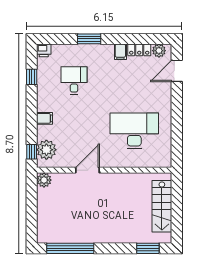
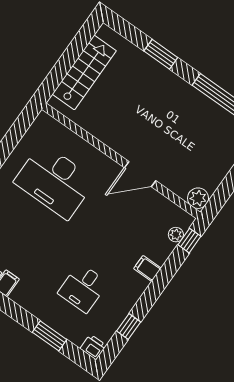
window: (89, 39) -> (50, 336), moved
plant: (46, 150) -> (176, 235), width x0.53, depth x0.53
window: (148, 248) -> (161, 54), moved

